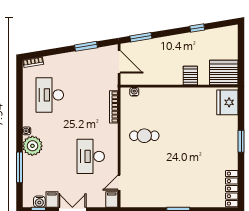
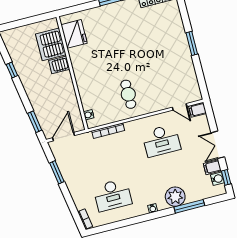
server rack: (224, 72) -> (51, 44), moved
fridge: (227, 102) -> (74, 34), moved, turned -90
plant: (32, 146) -> (175, 197), moved

